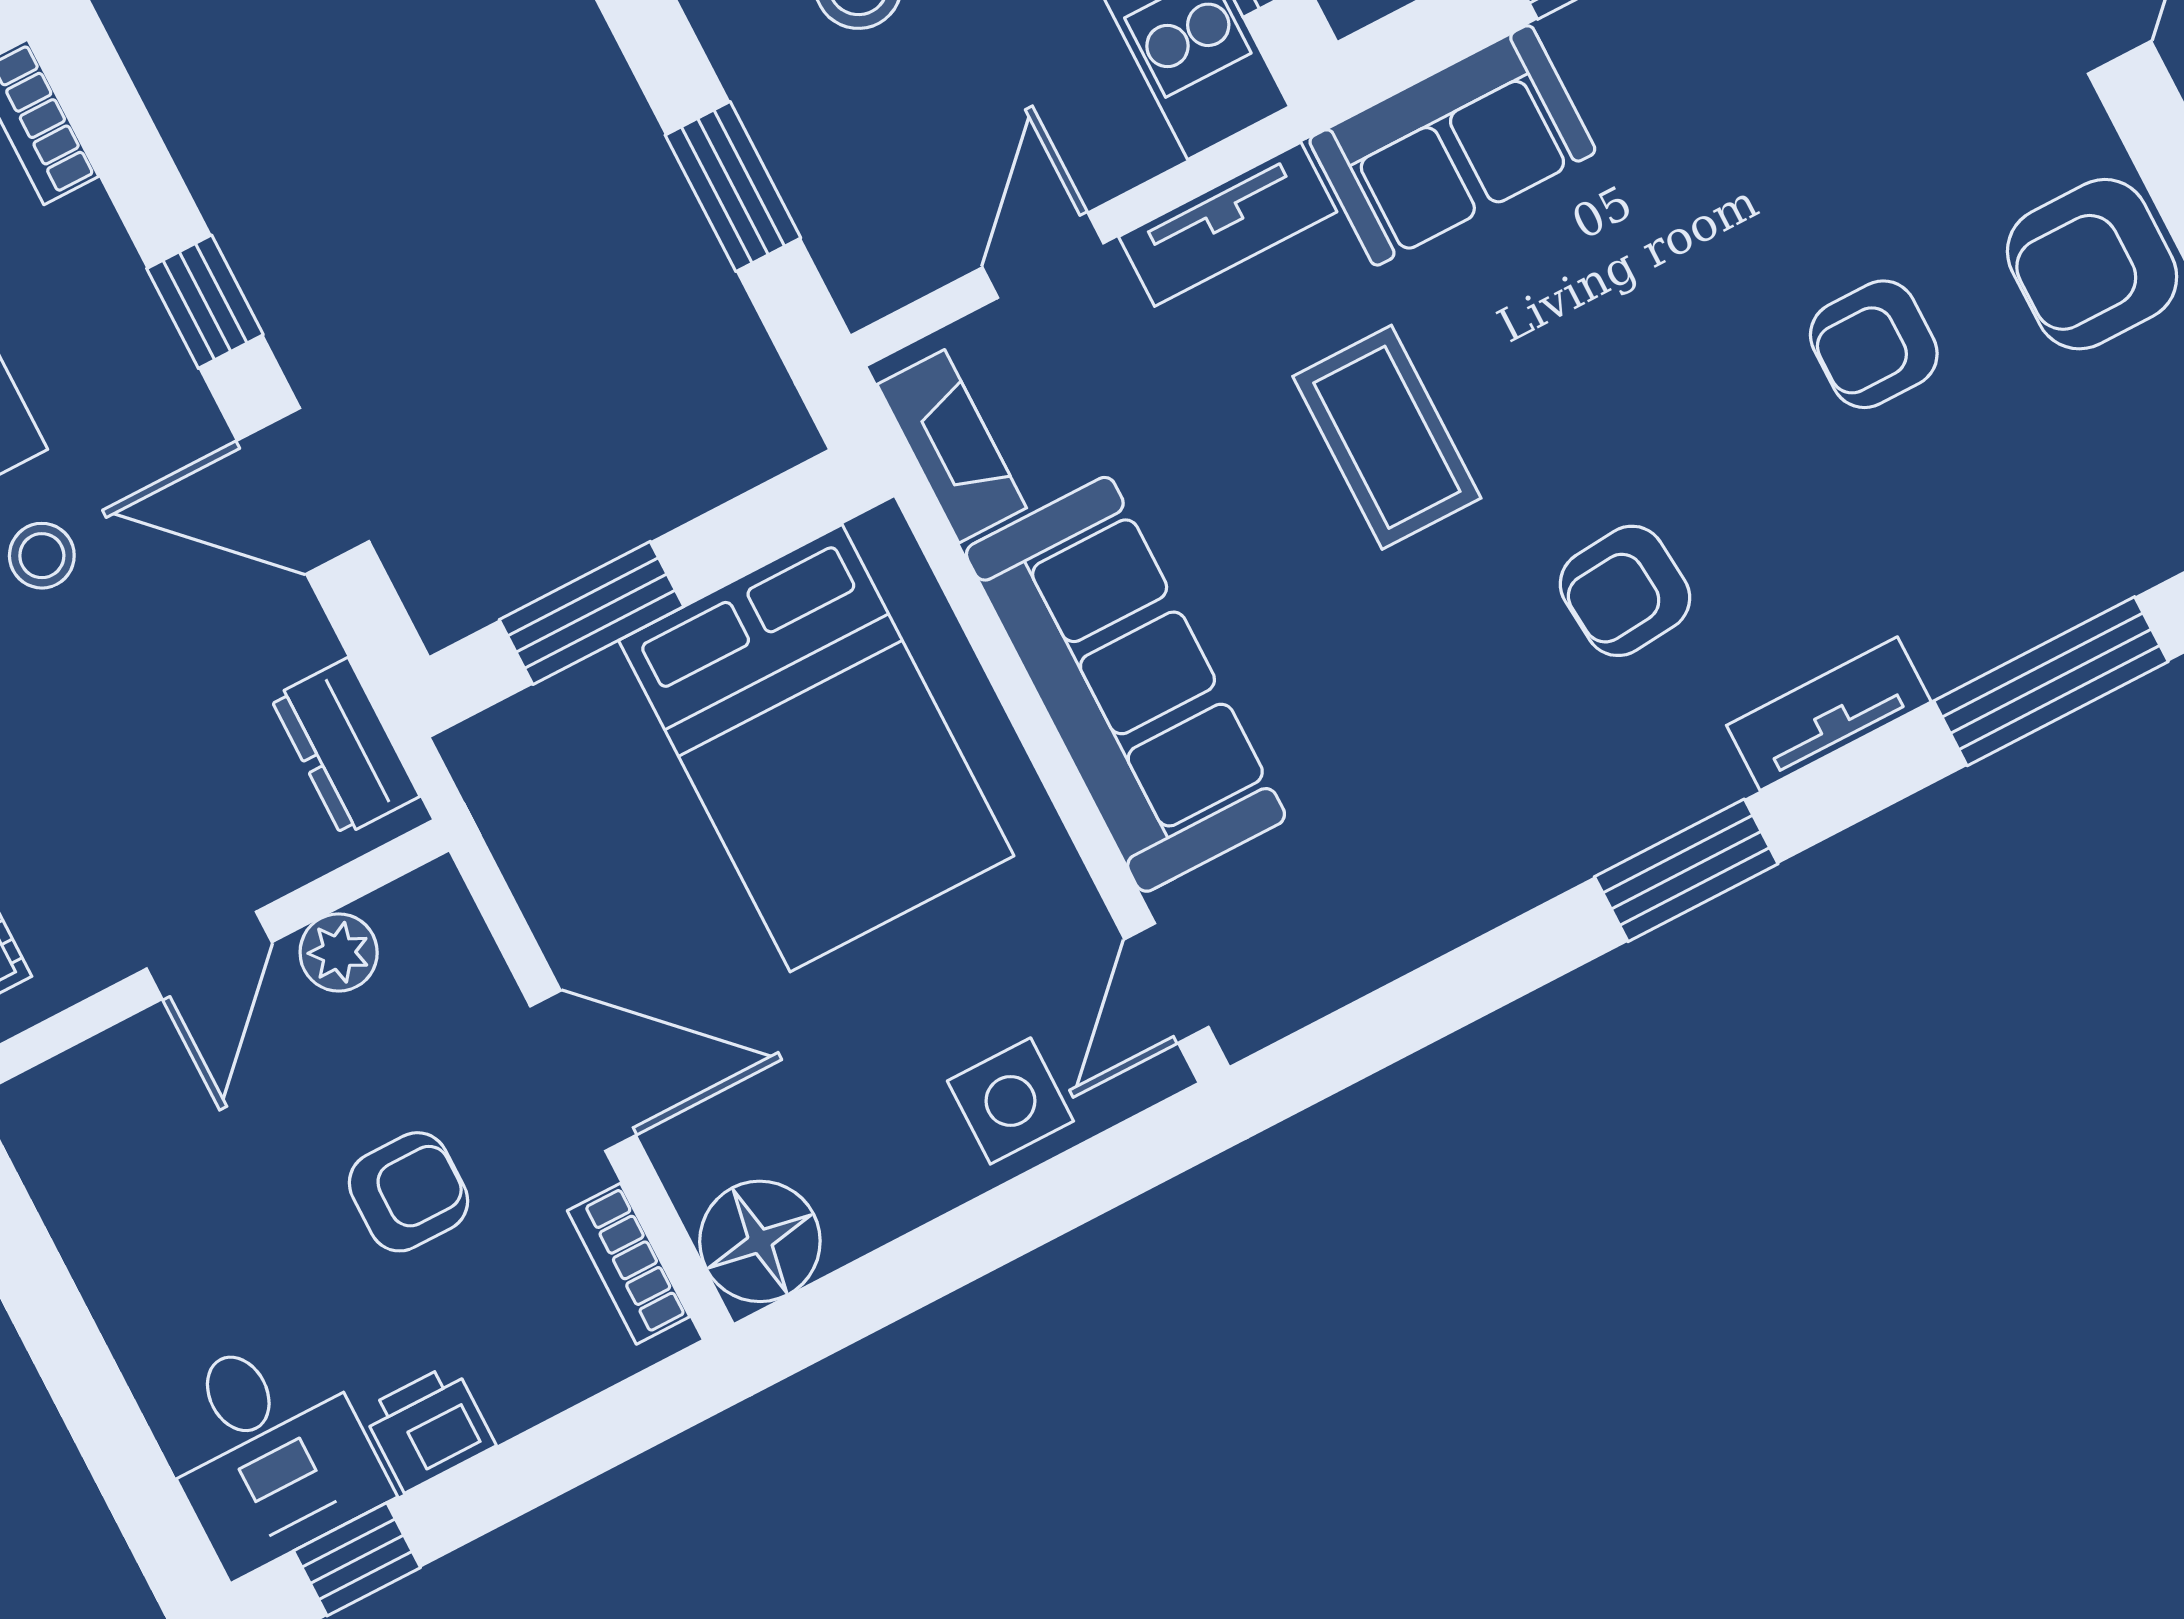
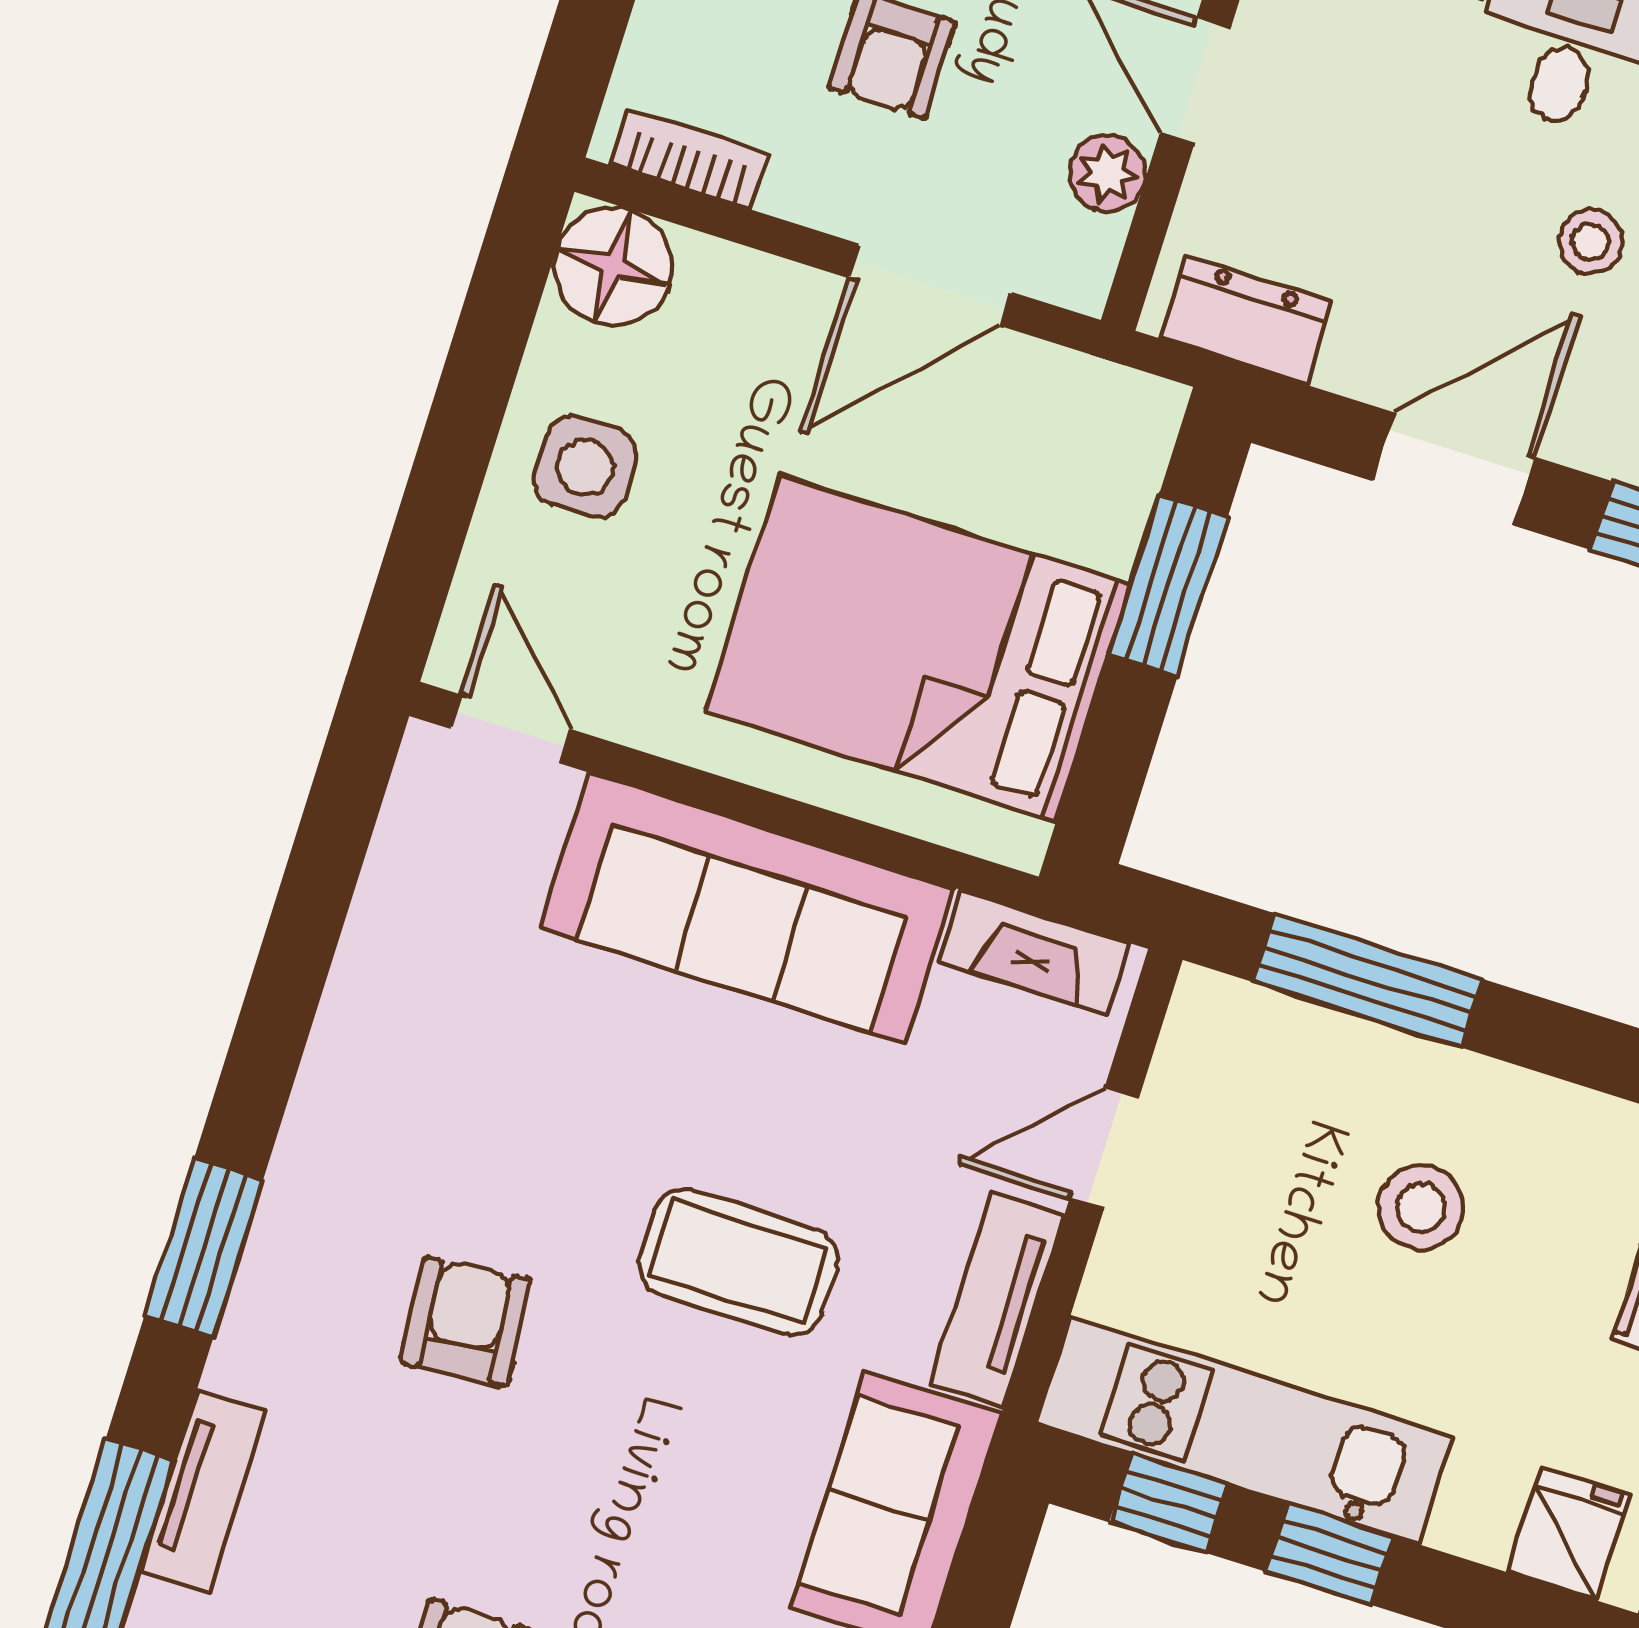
window: (733, 187) -> (1367, 980), width x1.44
door: (1043, 255) -> (1104, 1149), swing flipped
tv unit: (1829, 714) -> (203, 1491), moved
window: (1686, 870) -> (204, 1248), moved
door: (583, 1071) -> (930, 285), moved
side table: (1010, 1101) -> (585, 467), moved

